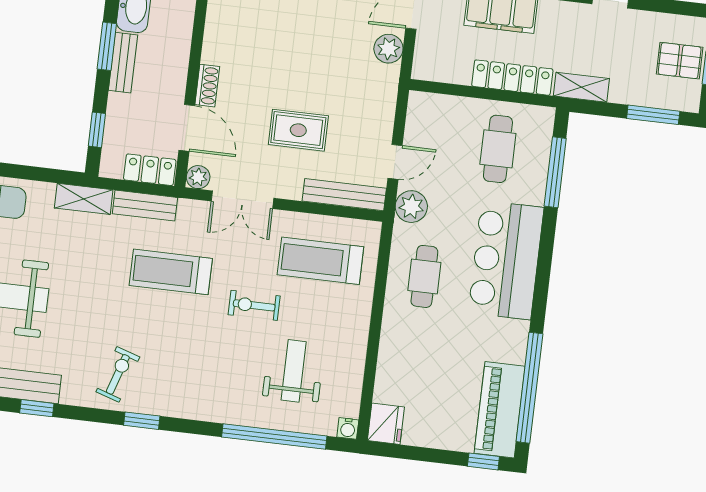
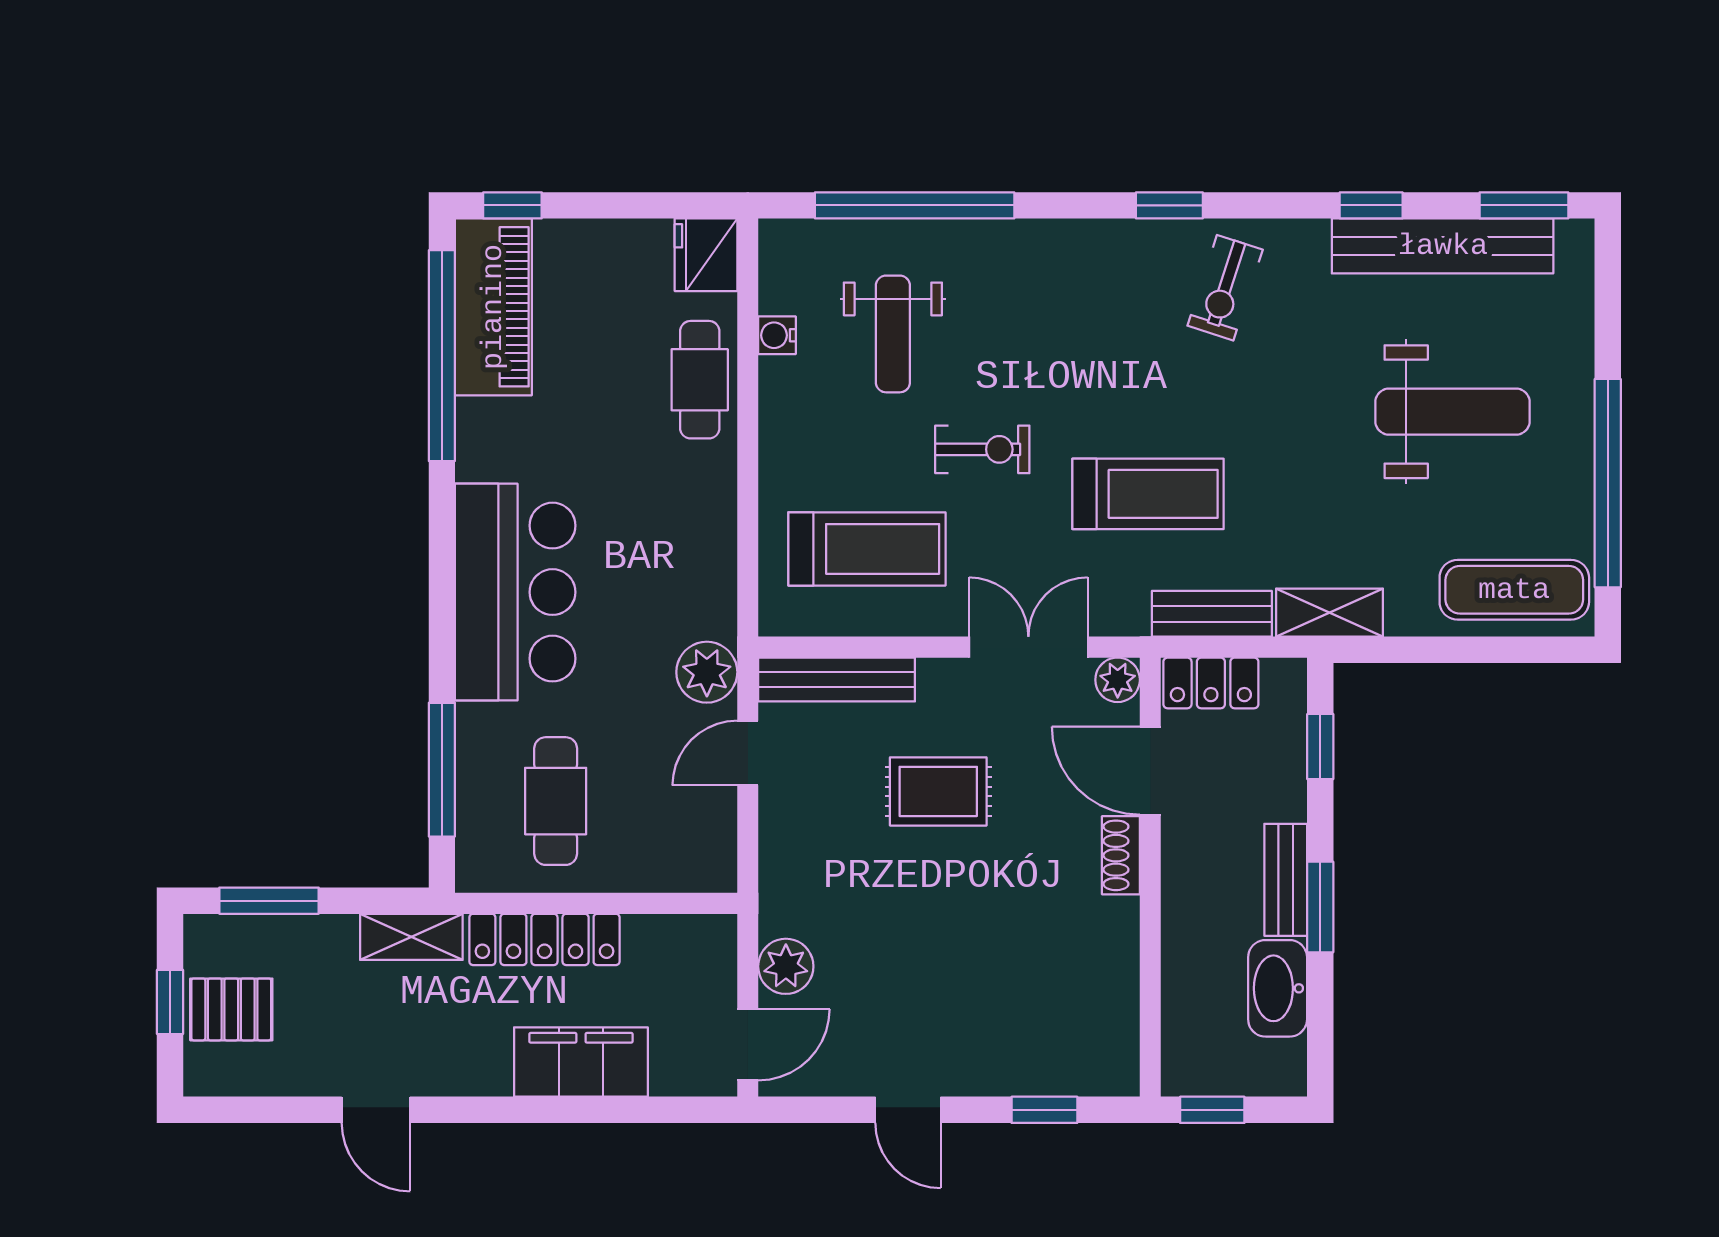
cafe table: (424, 276) -> (700, 380), moved
water cooler: (348, 428) -> (777, 335), moved, turned -90

